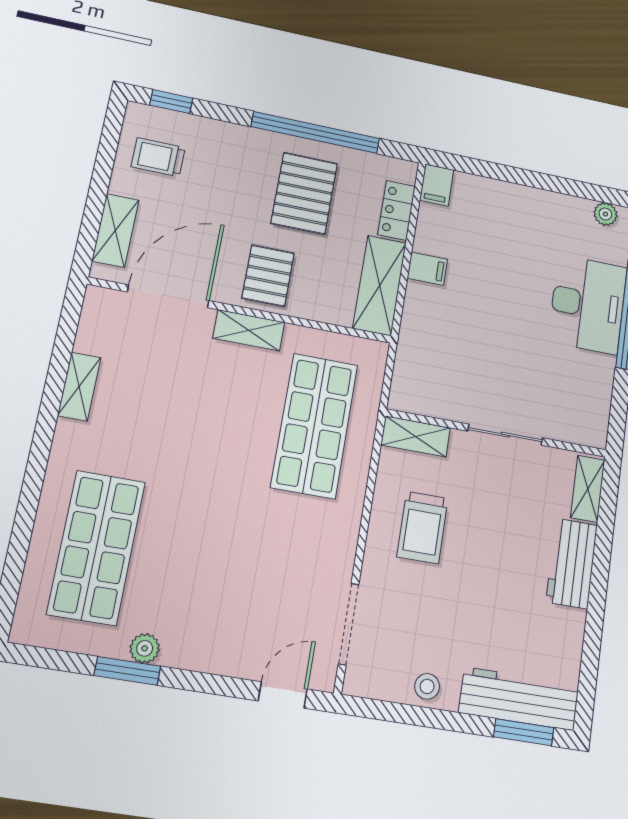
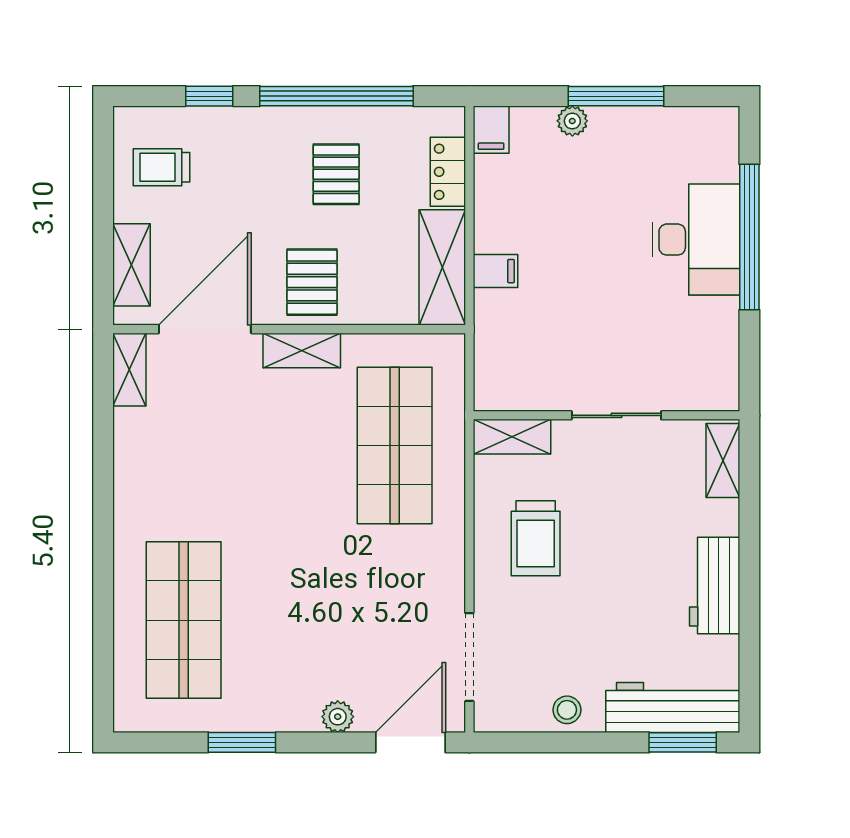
window: (171, 102) -> (209, 96), moved
window: (539, 181) -> (616, 96), added
pallet: (304, 193) -> (336, 174), width x0.67, depth x0.71
plant: (605, 214) -> (572, 121), moved
filing cabinet: (427, 269) -> (495, 271), moved
shelving: (79, 387) -> (129, 370), moved
workbench: (572, 563) -> (715, 585), moved
plant: (145, 648) -> (338, 717), moved
door: (283, 695) -> (410, 742), width x1.38

